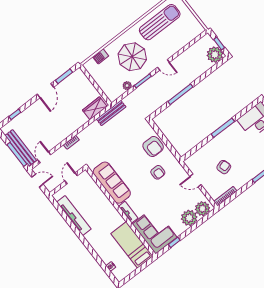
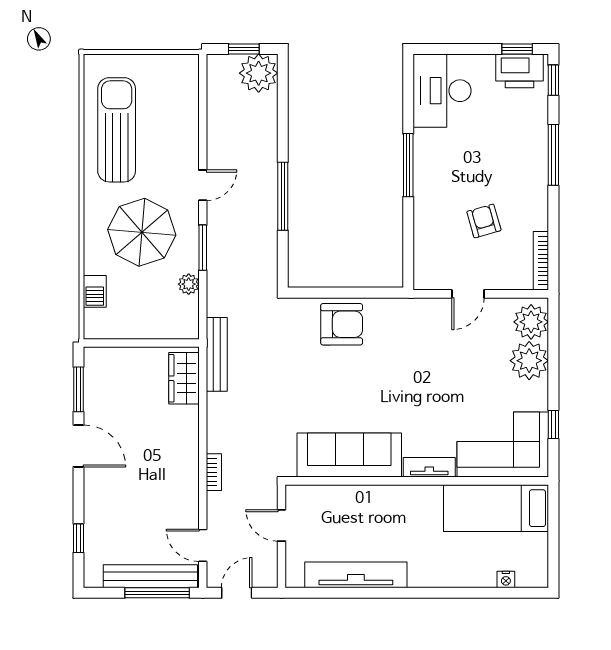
armchair: (158, 172) -> (397, 353), removed

